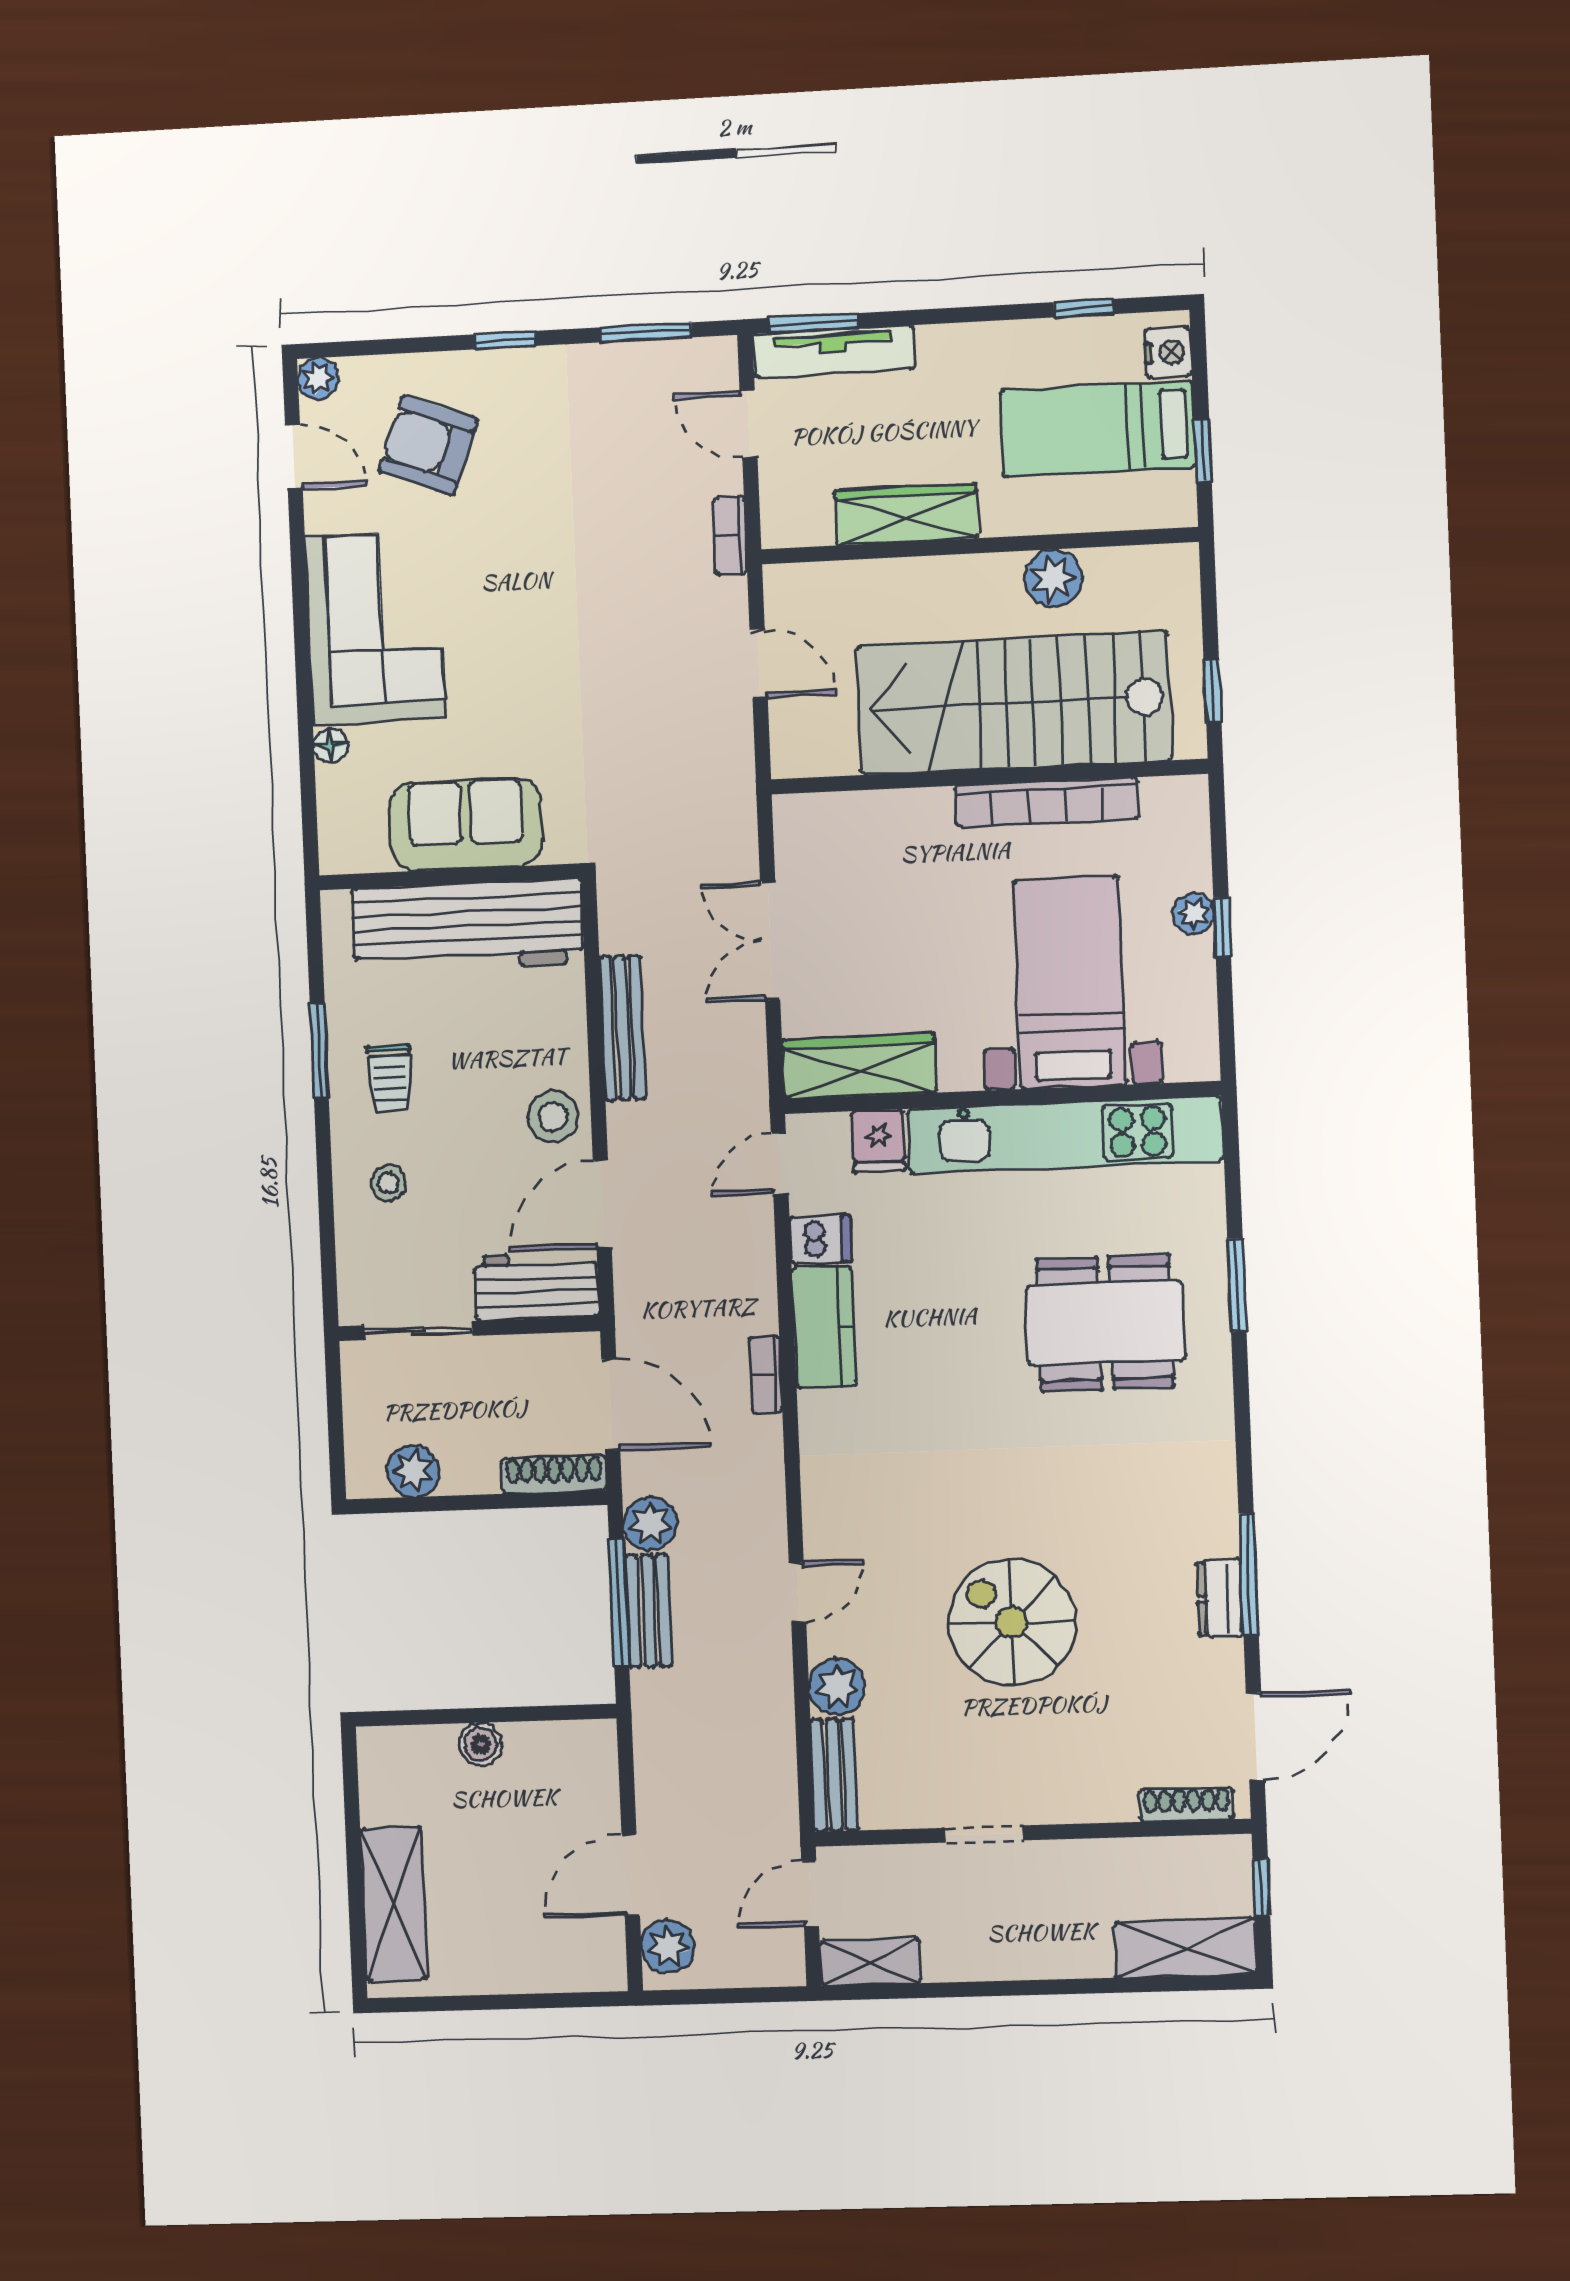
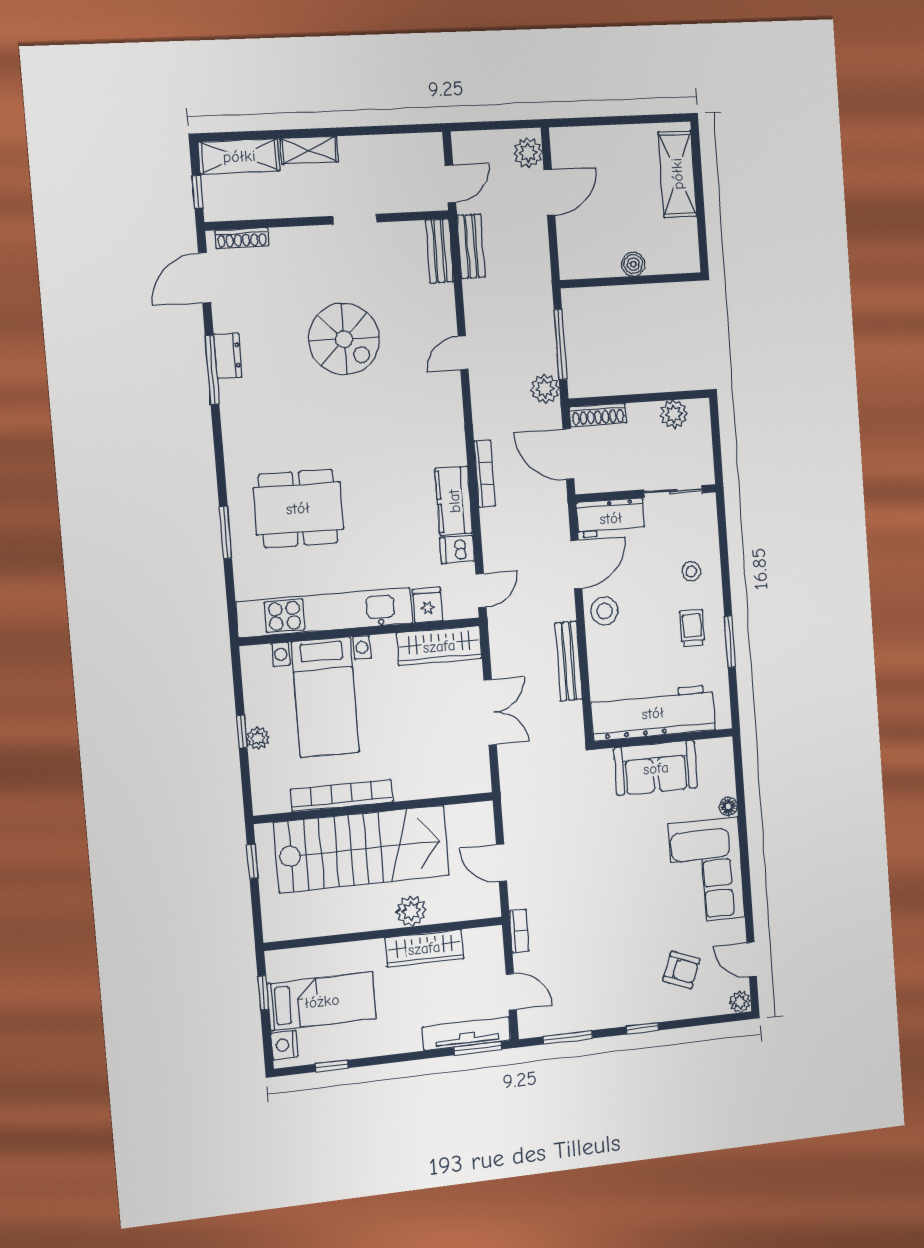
armchair: (428, 445) -> (681, 970), width x0.72, depth x0.72
plant: (1053, 578) -> (411, 911), moved
bookcase: (766, 1375) -> (485, 474), width x1.56
bench: (648, 1611) -> (471, 246), moved
plant: (837, 1687) -> (440, 301), removed
shelving: (870, 1962) -> (309, 150), moved

